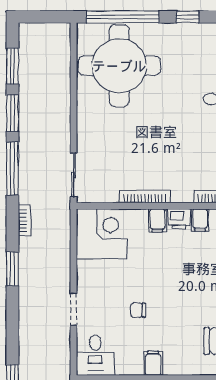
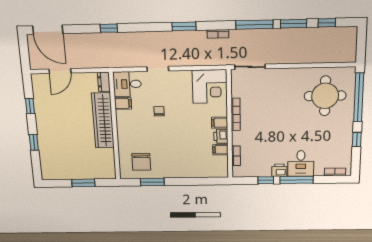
window: (12, 66) -> (327, 23), width x0.67
round table: (119, 66) -> (325, 96), width x0.73, depth x0.73
filing cabinet: (153, 363) -> (123, 103), moved

